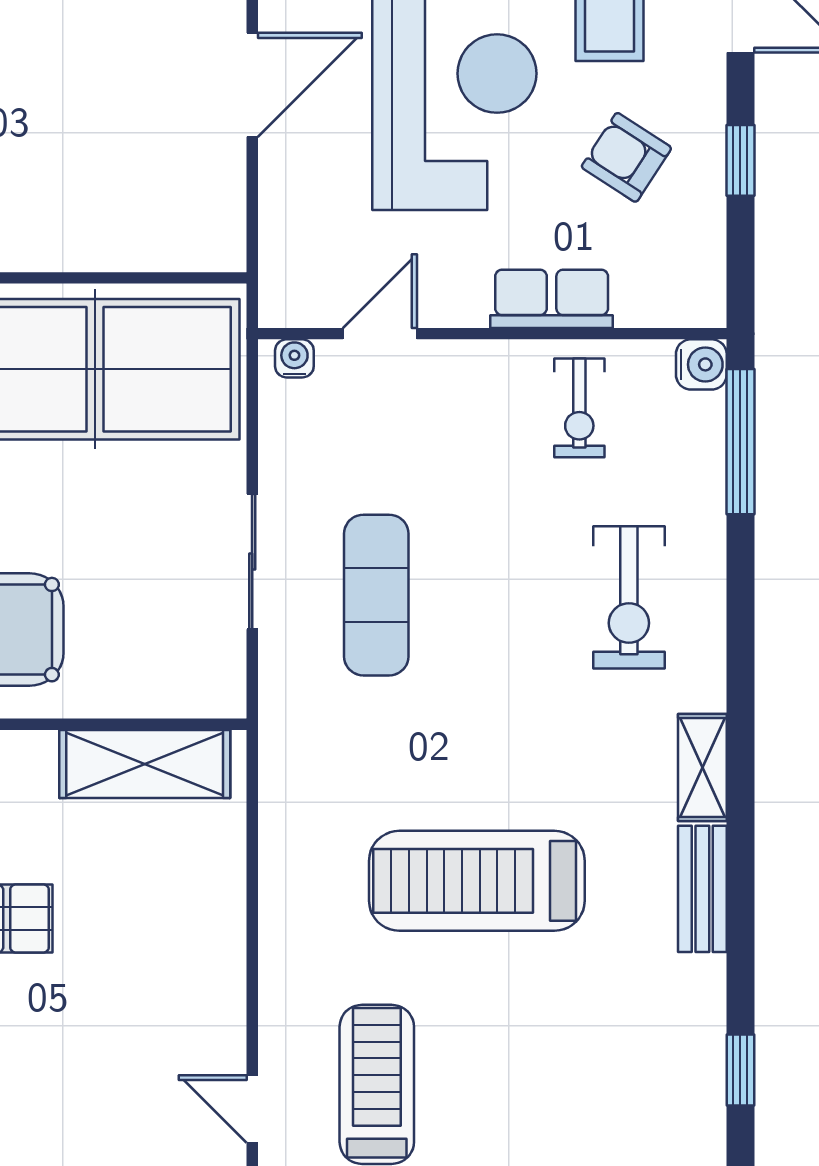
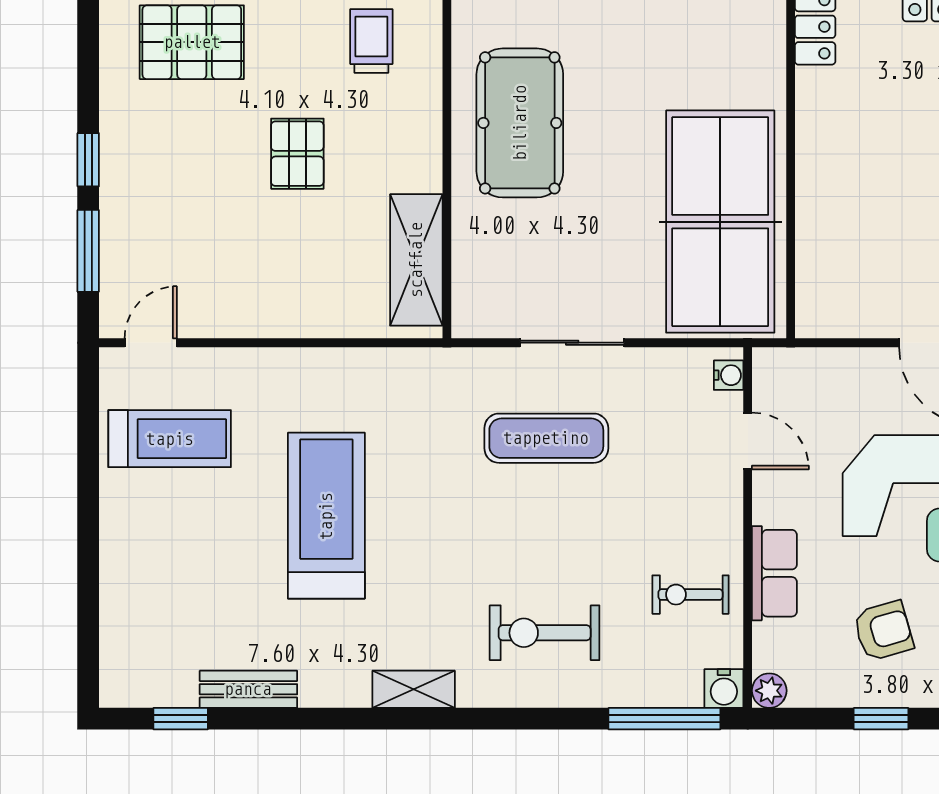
armchair: (626, 157) -> (883, 631), turned 41
plant: (704, 306) -> (769, 691), added
bench: (702, 889) -> (248, 689), moved

